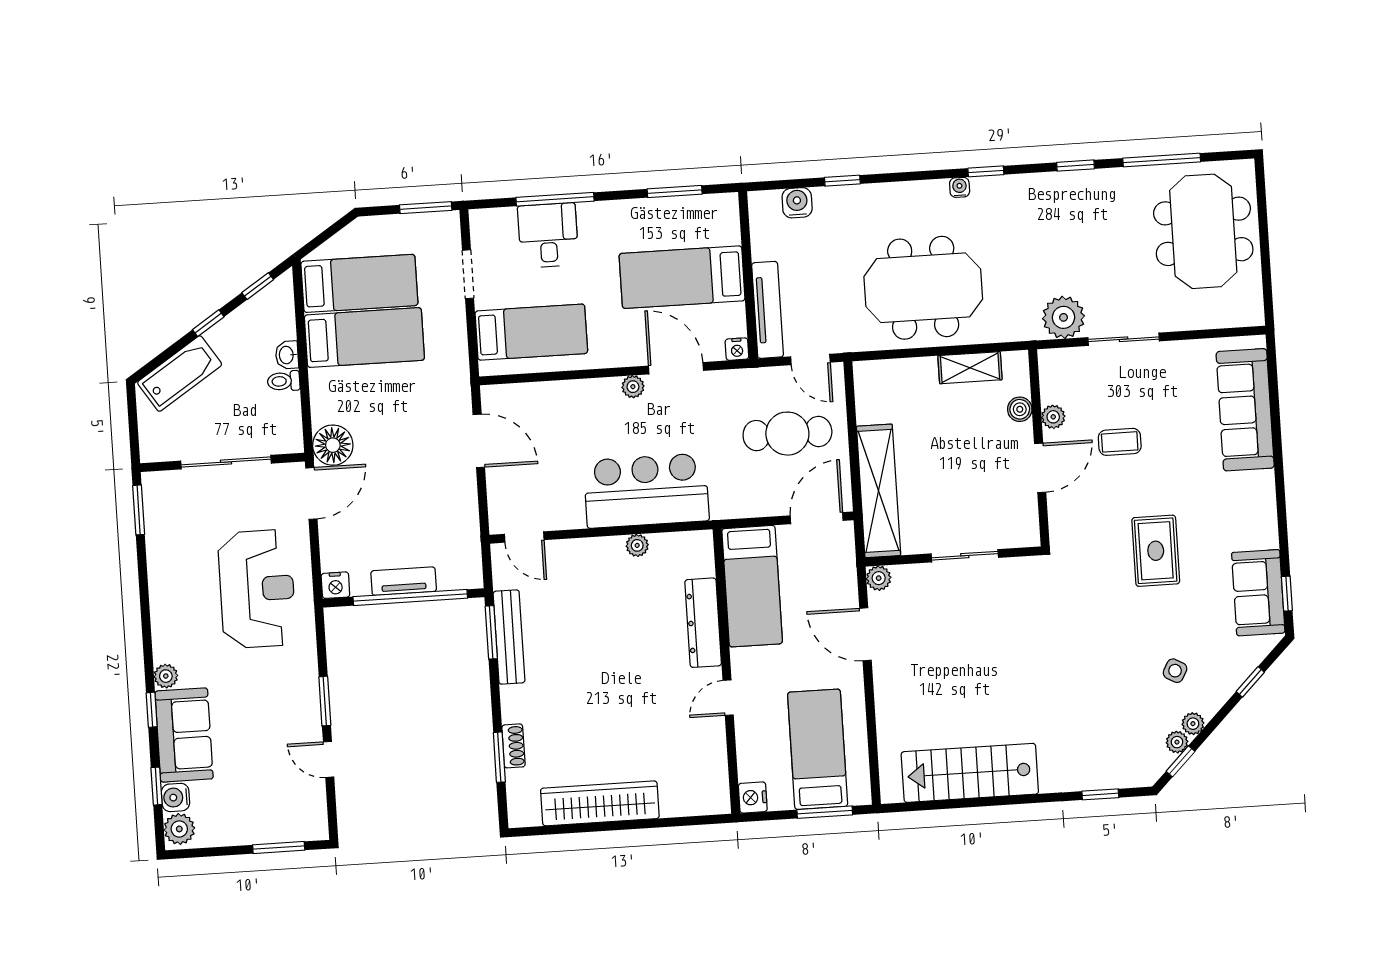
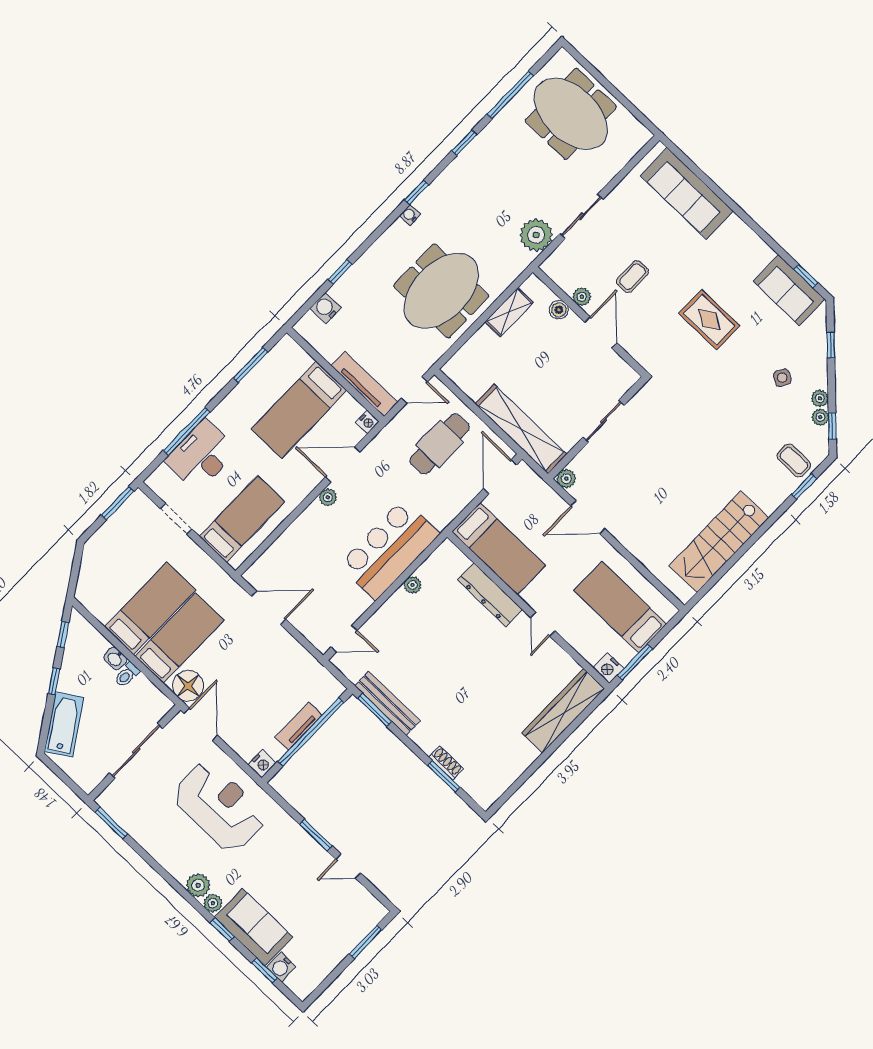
desk: (548, 235) -> (201, 455), width x1.37
bed: (359, 283) -> (179, 638), moved
coffee table: (1113, 761) -> (794, 460), added
wardrobe: (600, 803) -> (563, 711), moved
window: (825, 812) -> (635, 662), moved
plant: (179, 829) -> (198, 885), moved

